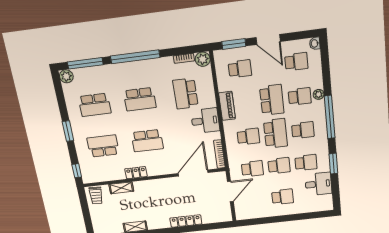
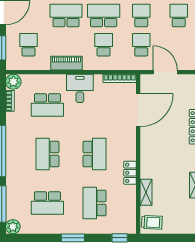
school desk: (140, 99) -> (47, 154), turned 180
school desk: (95, 105) -> (47, 203), turned 90
door: (193, 173) -> (138, 110), swing flipped

